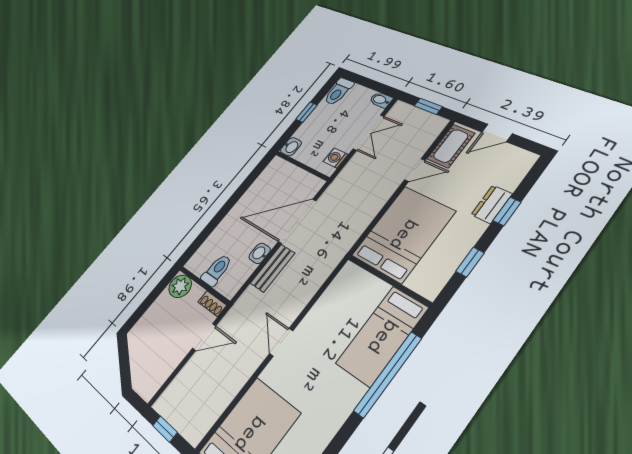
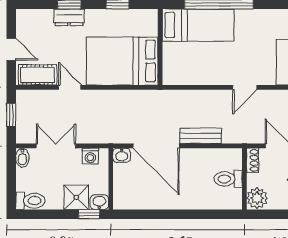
window: (306, 112) -> (89, 214), moved
shower: (311, 130) -> (76, 197), added
washbasin: (260, 253) -> (122, 155), moved

